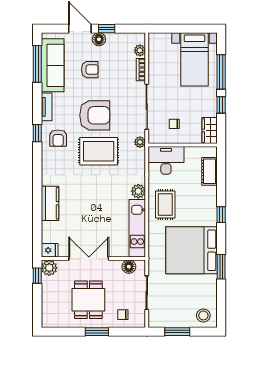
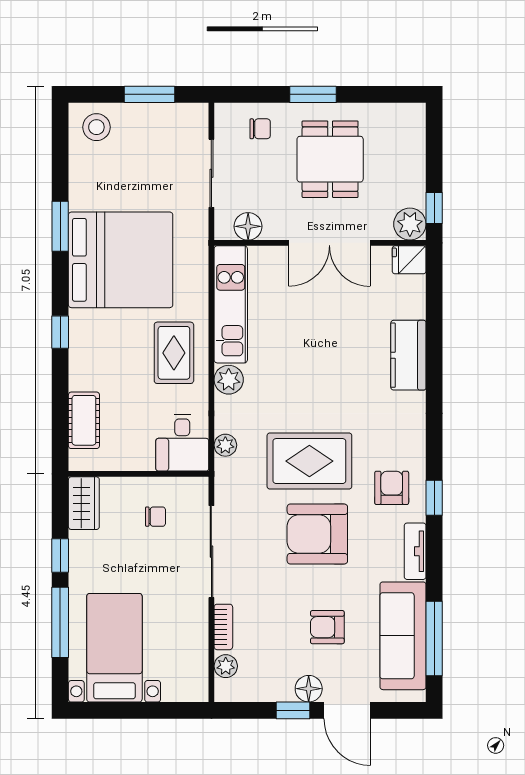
plant: (140, 142) -> (225, 445), moved
desk: (166, 160) -> (182, 443), width x0.73

